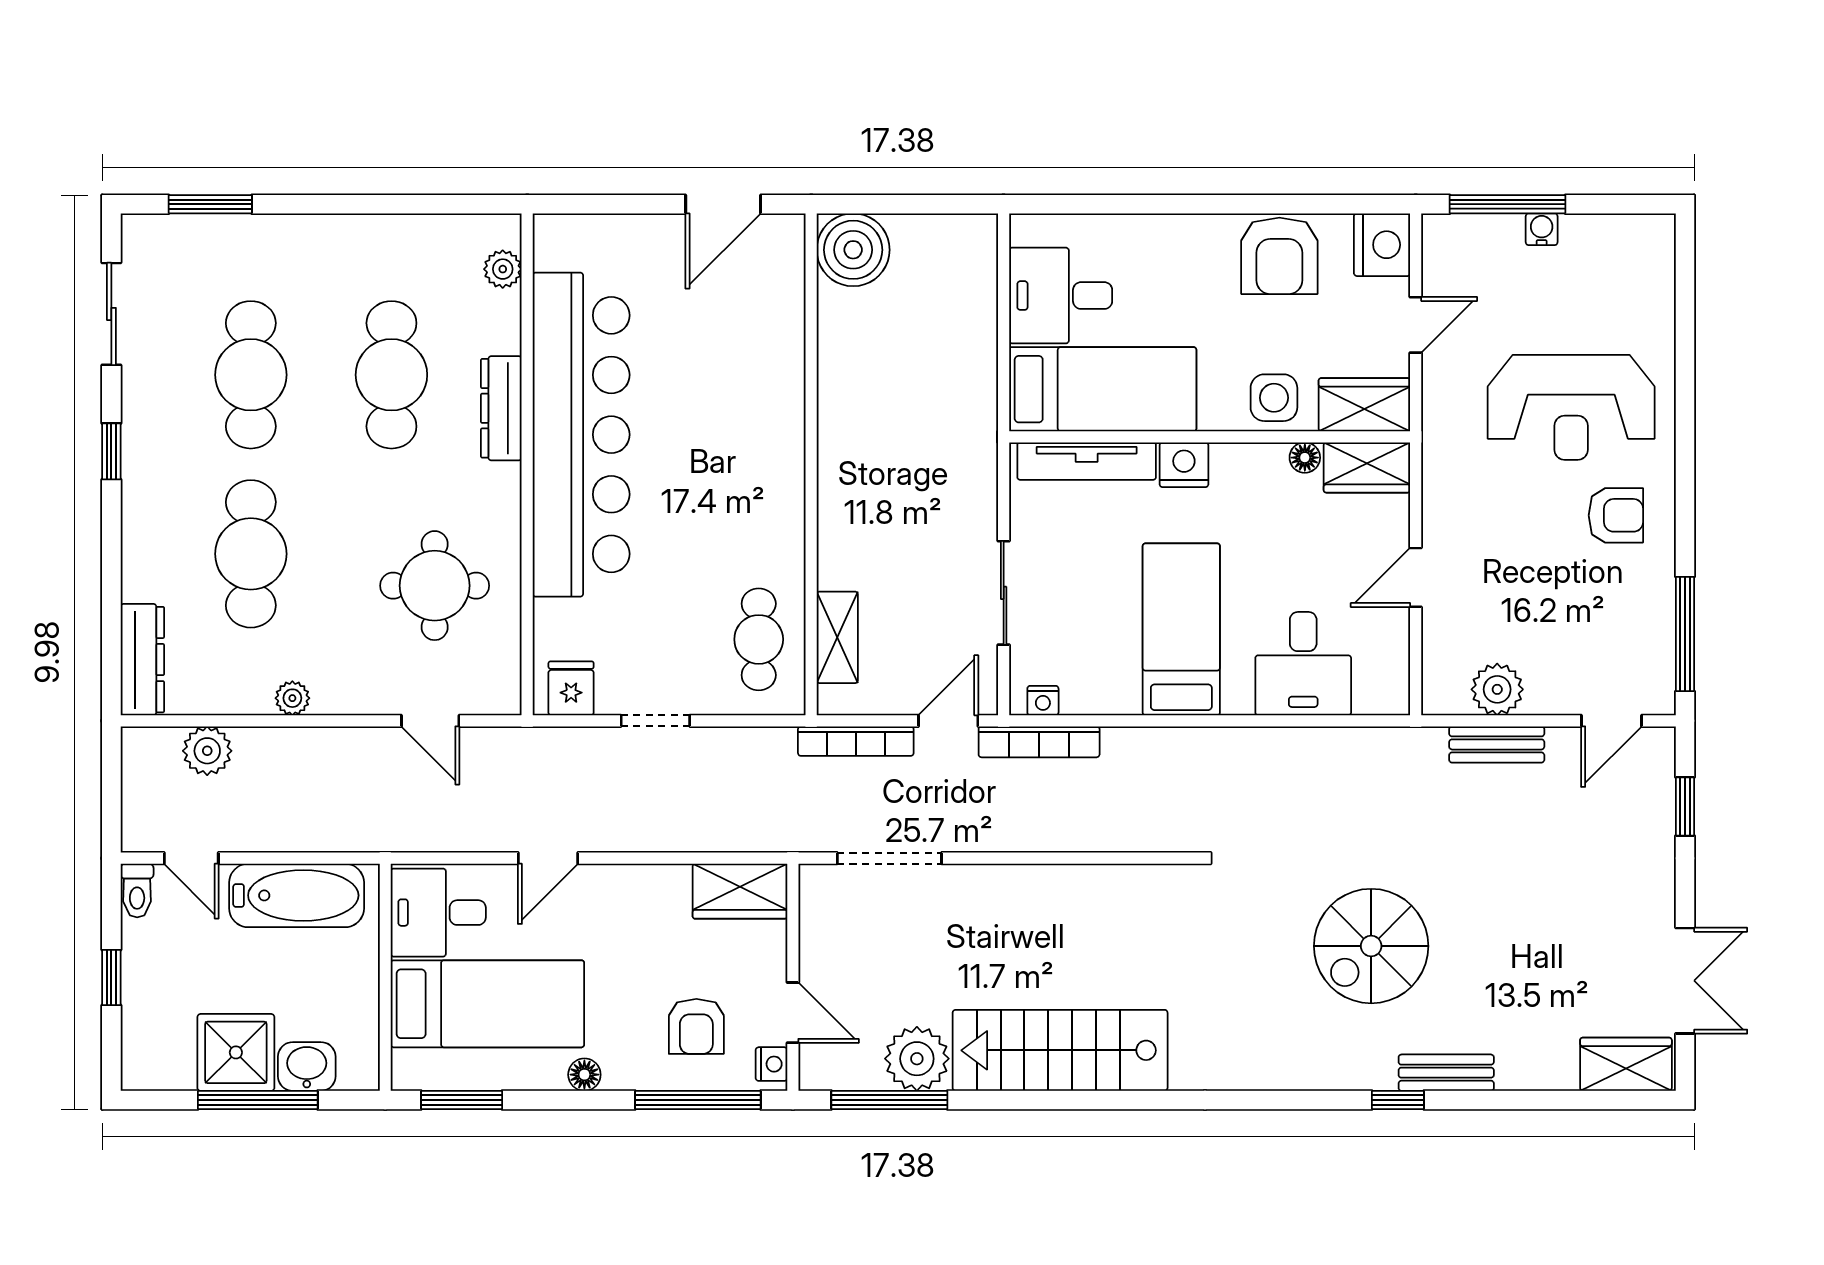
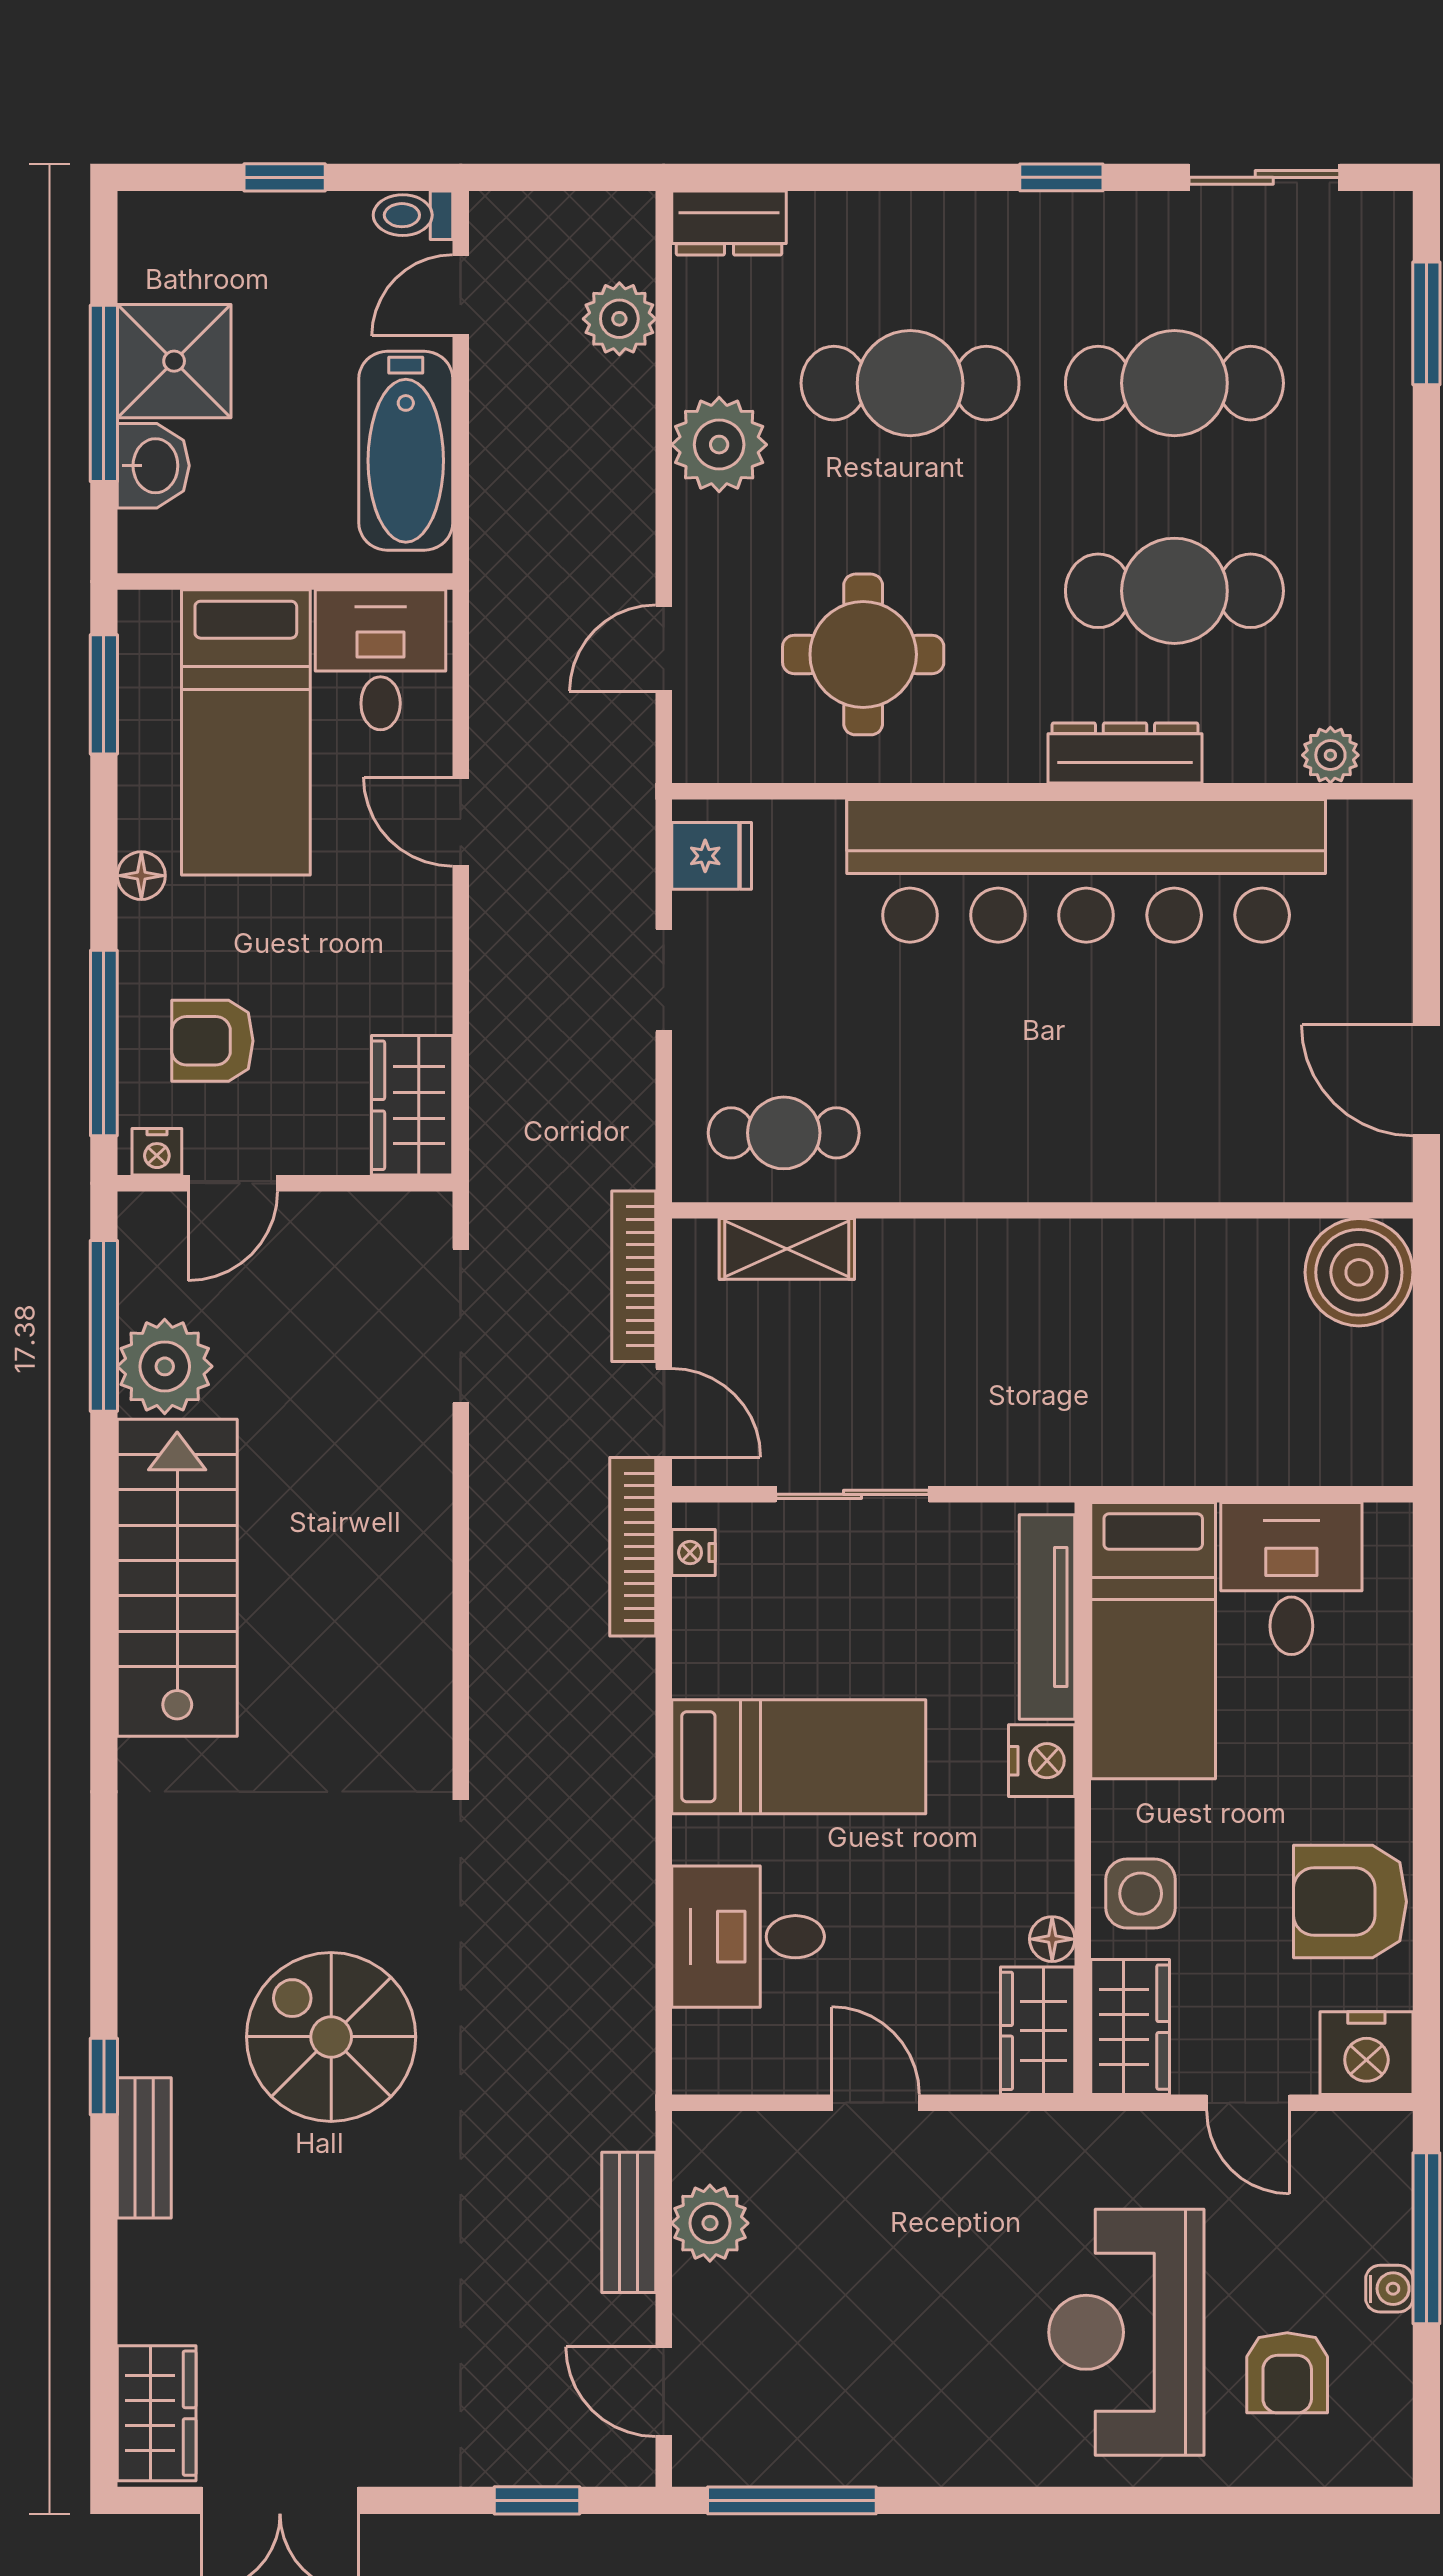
armchair: (1616, 515) -> (1287, 2373), moved
dresser: (142, 660) -> (729, 223), width x0.70
plant: (292, 698) -> (719, 445), width x1.88, depth x1.88

